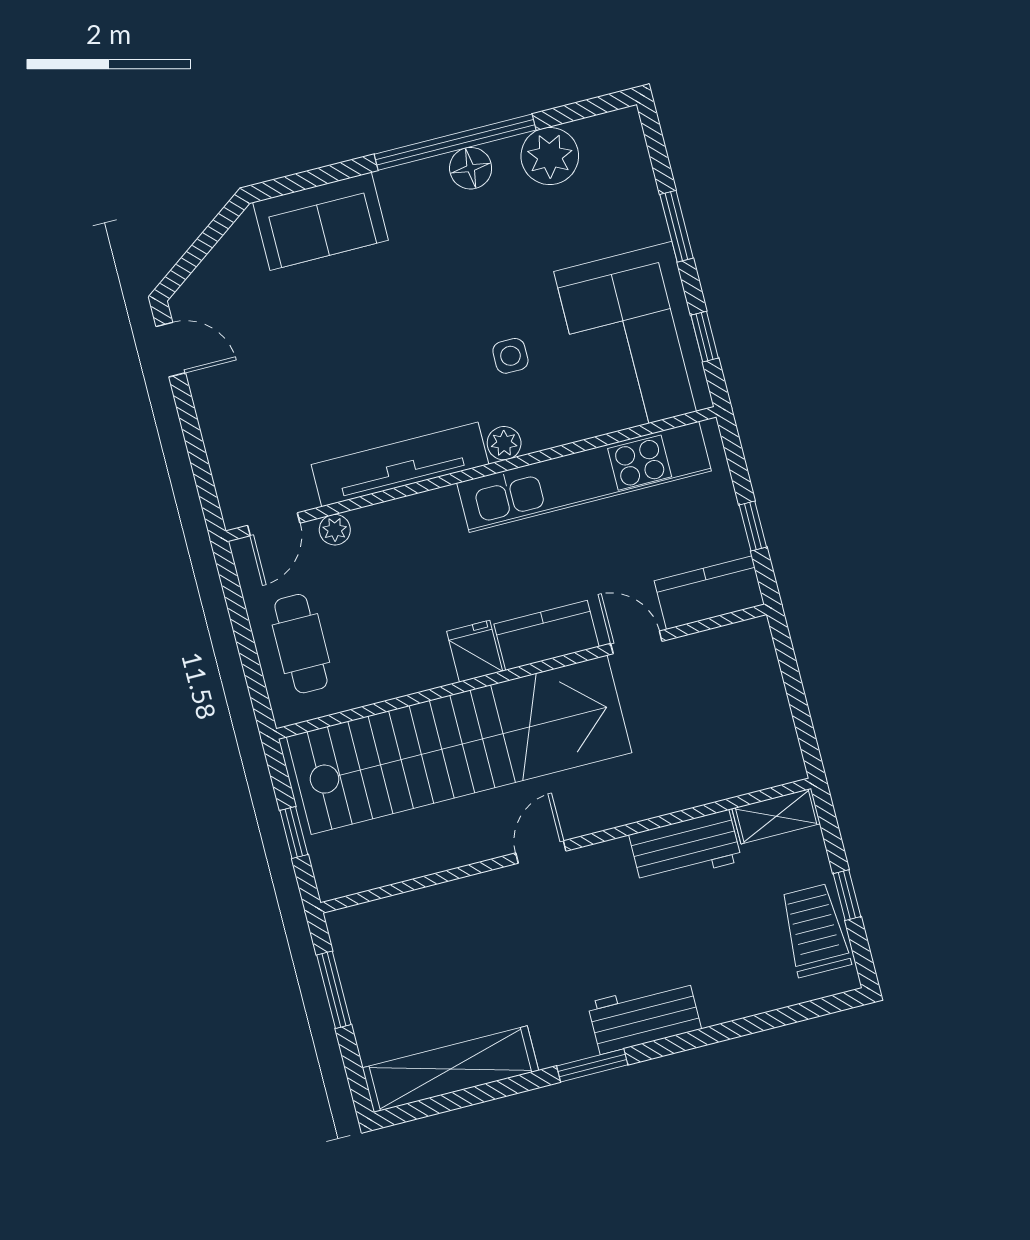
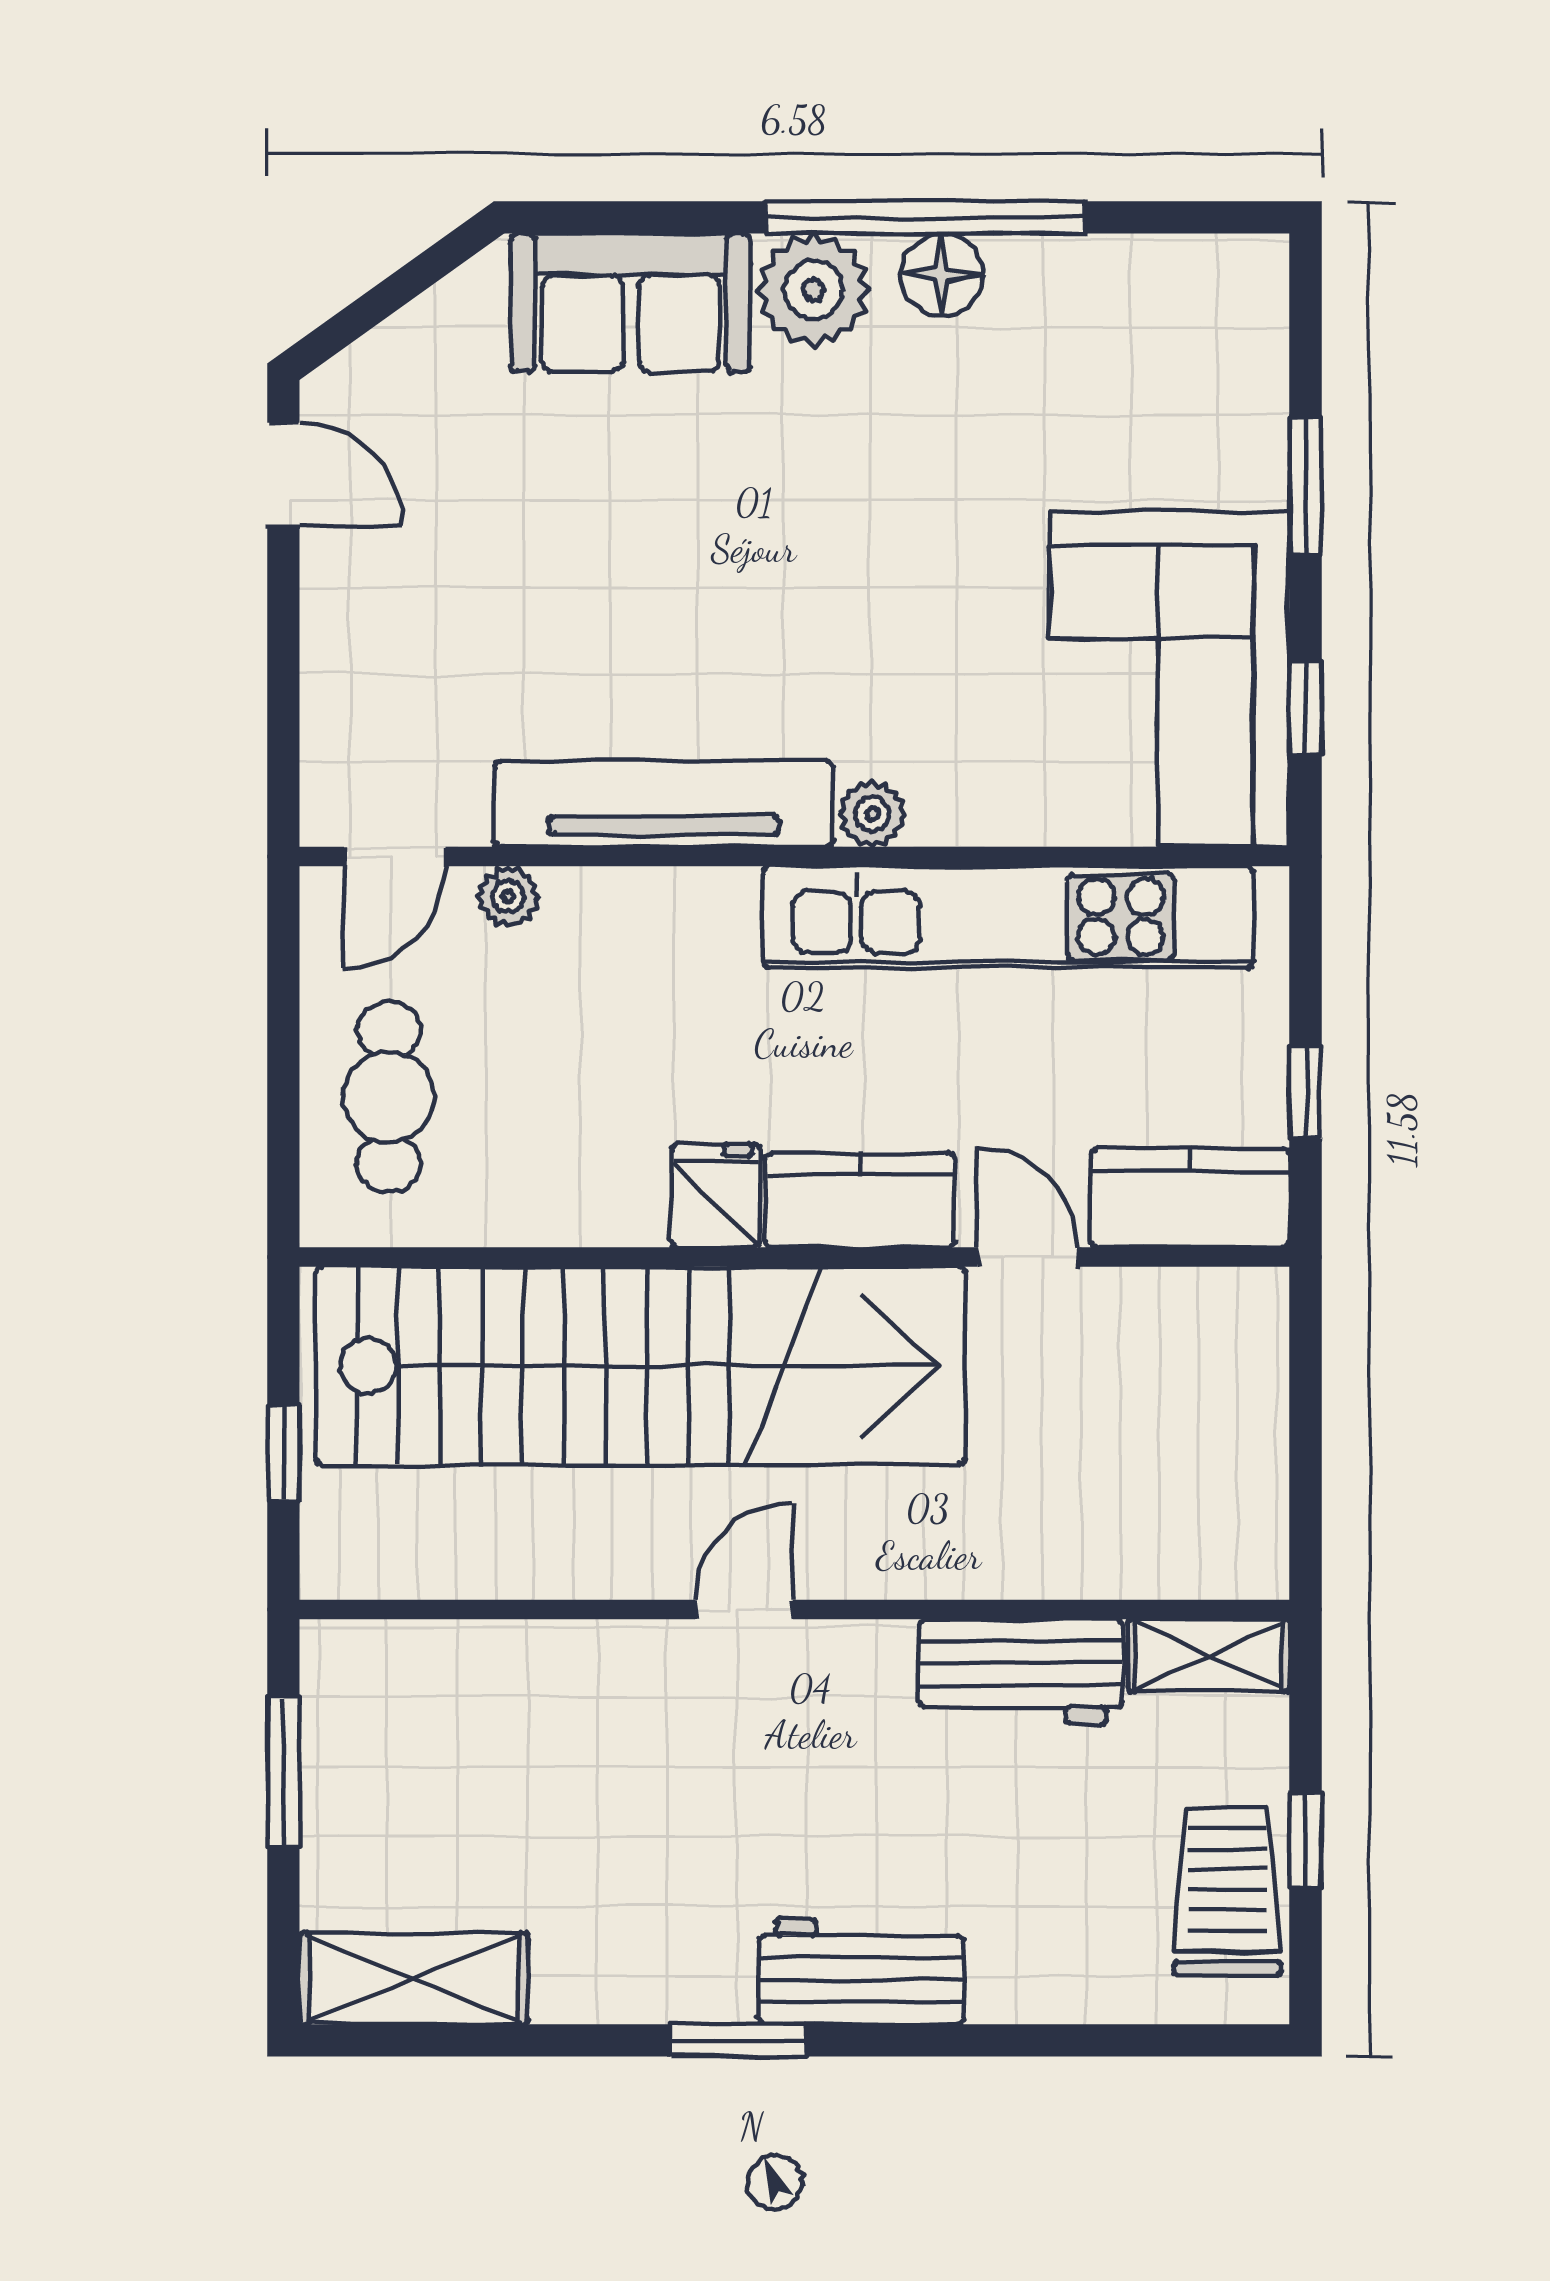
plant: (550, 156) -> (813, 290), moved
side table: (510, 356) -> (927, 651), removed
shelving: (450, 1069) -> (413, 1979), width x0.68

